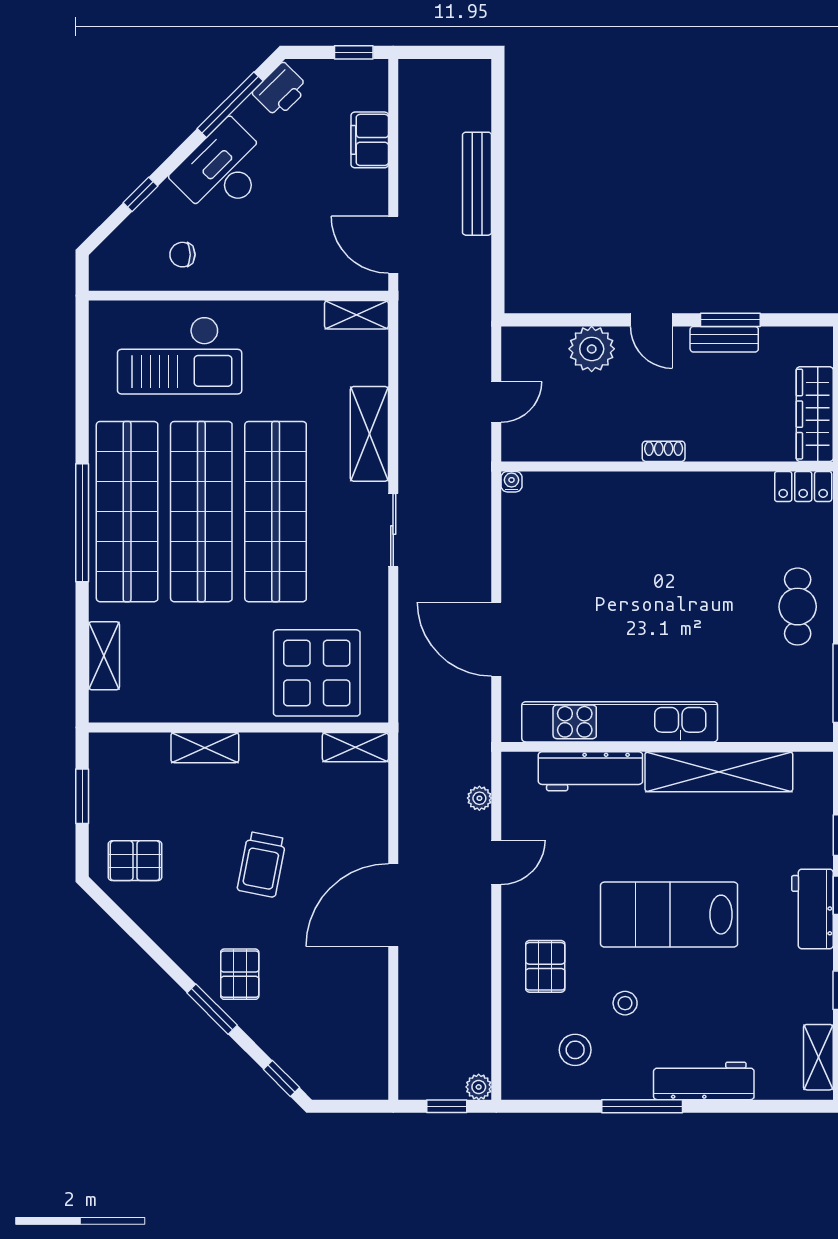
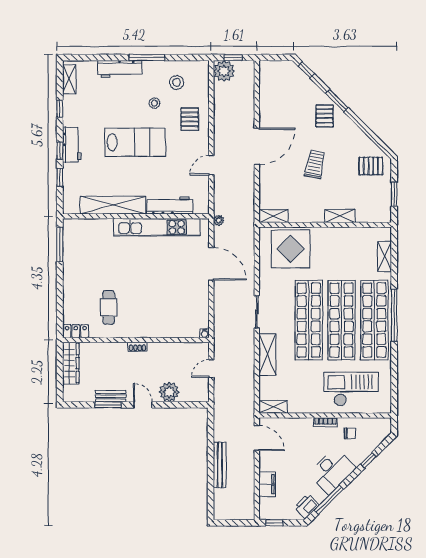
bookcase: (238, 280) -> (326, 422), added
cafe table: (798, 607) -> (109, 307), moved
plant: (479, 798) -> (219, 220), moved
plant: (479, 1087) -> (224, 71), width x1.87, depth x1.87

